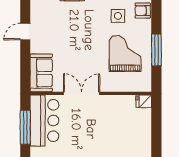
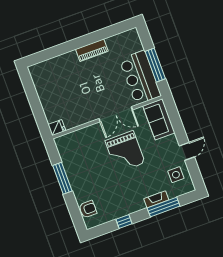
side table: (118, 16) -> (176, 175), moved
grand piano: (125, 53) -> (125, 152), moved

